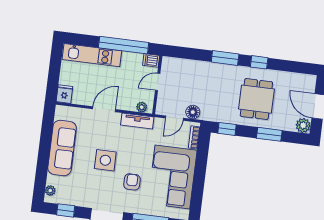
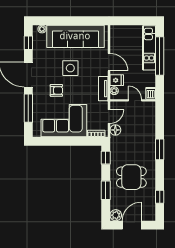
window: (124, 45) -> (160, 56), moved
window: (259, 62) -> (160, 197), moved
fridge: (64, 94) -> (117, 80), moved
door: (174, 118) -> (109, 116), swing flipped
sofa: (62, 148) -> (75, 36), width x1.36, depth x1.27

